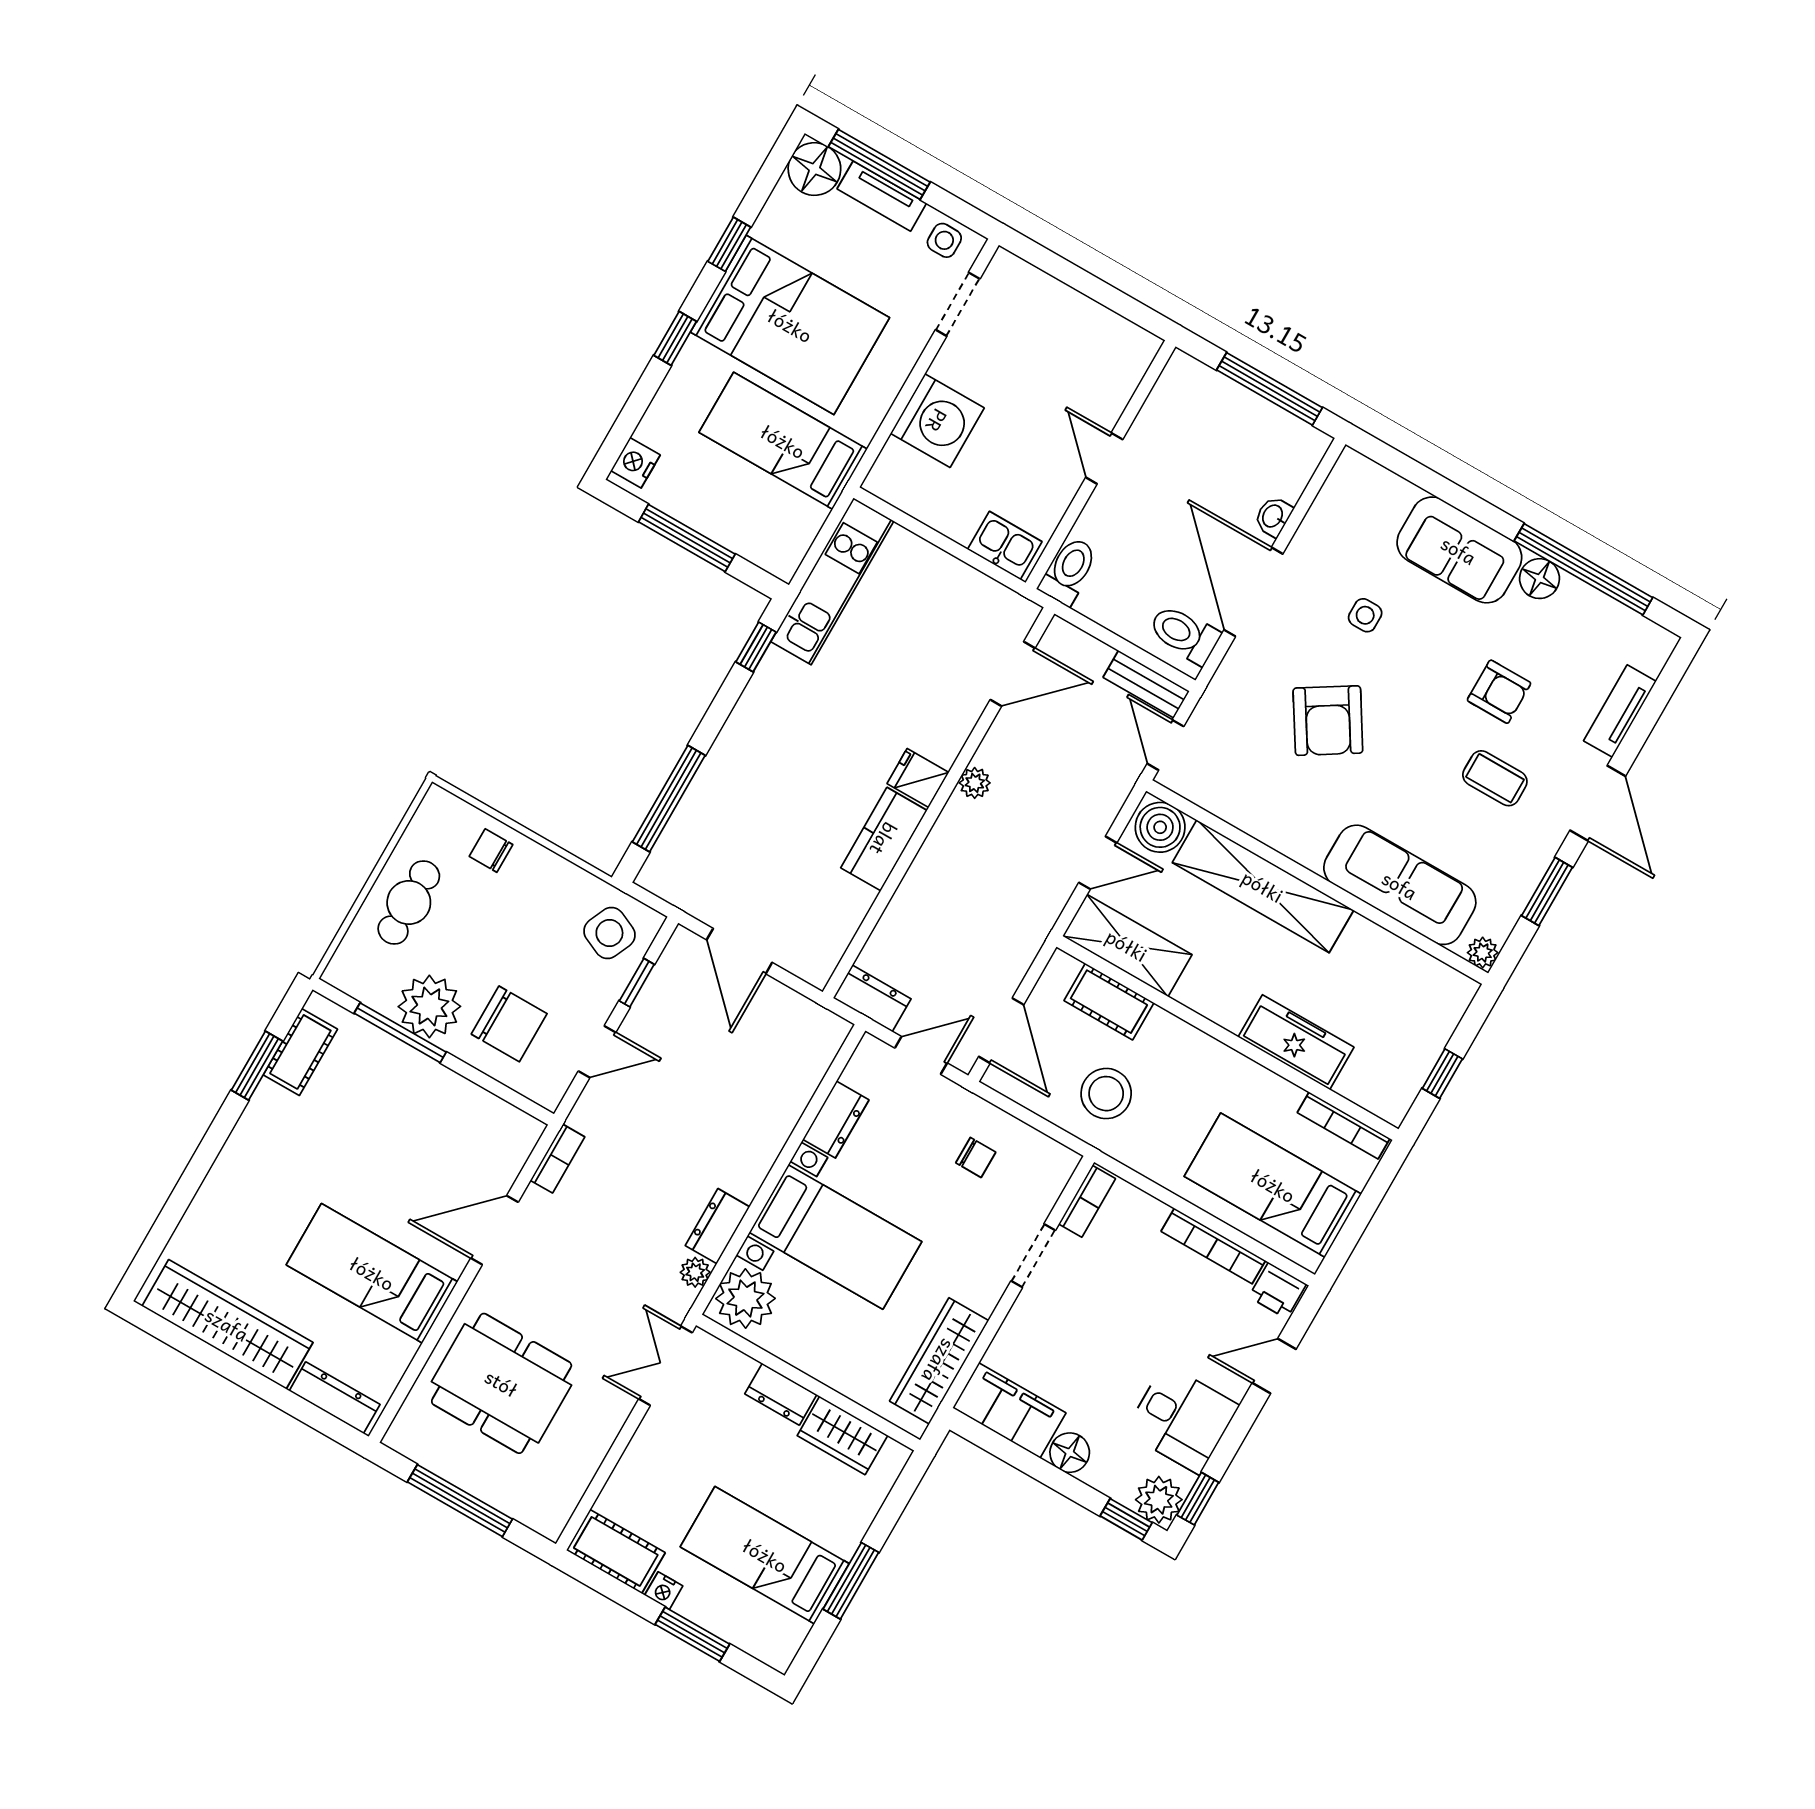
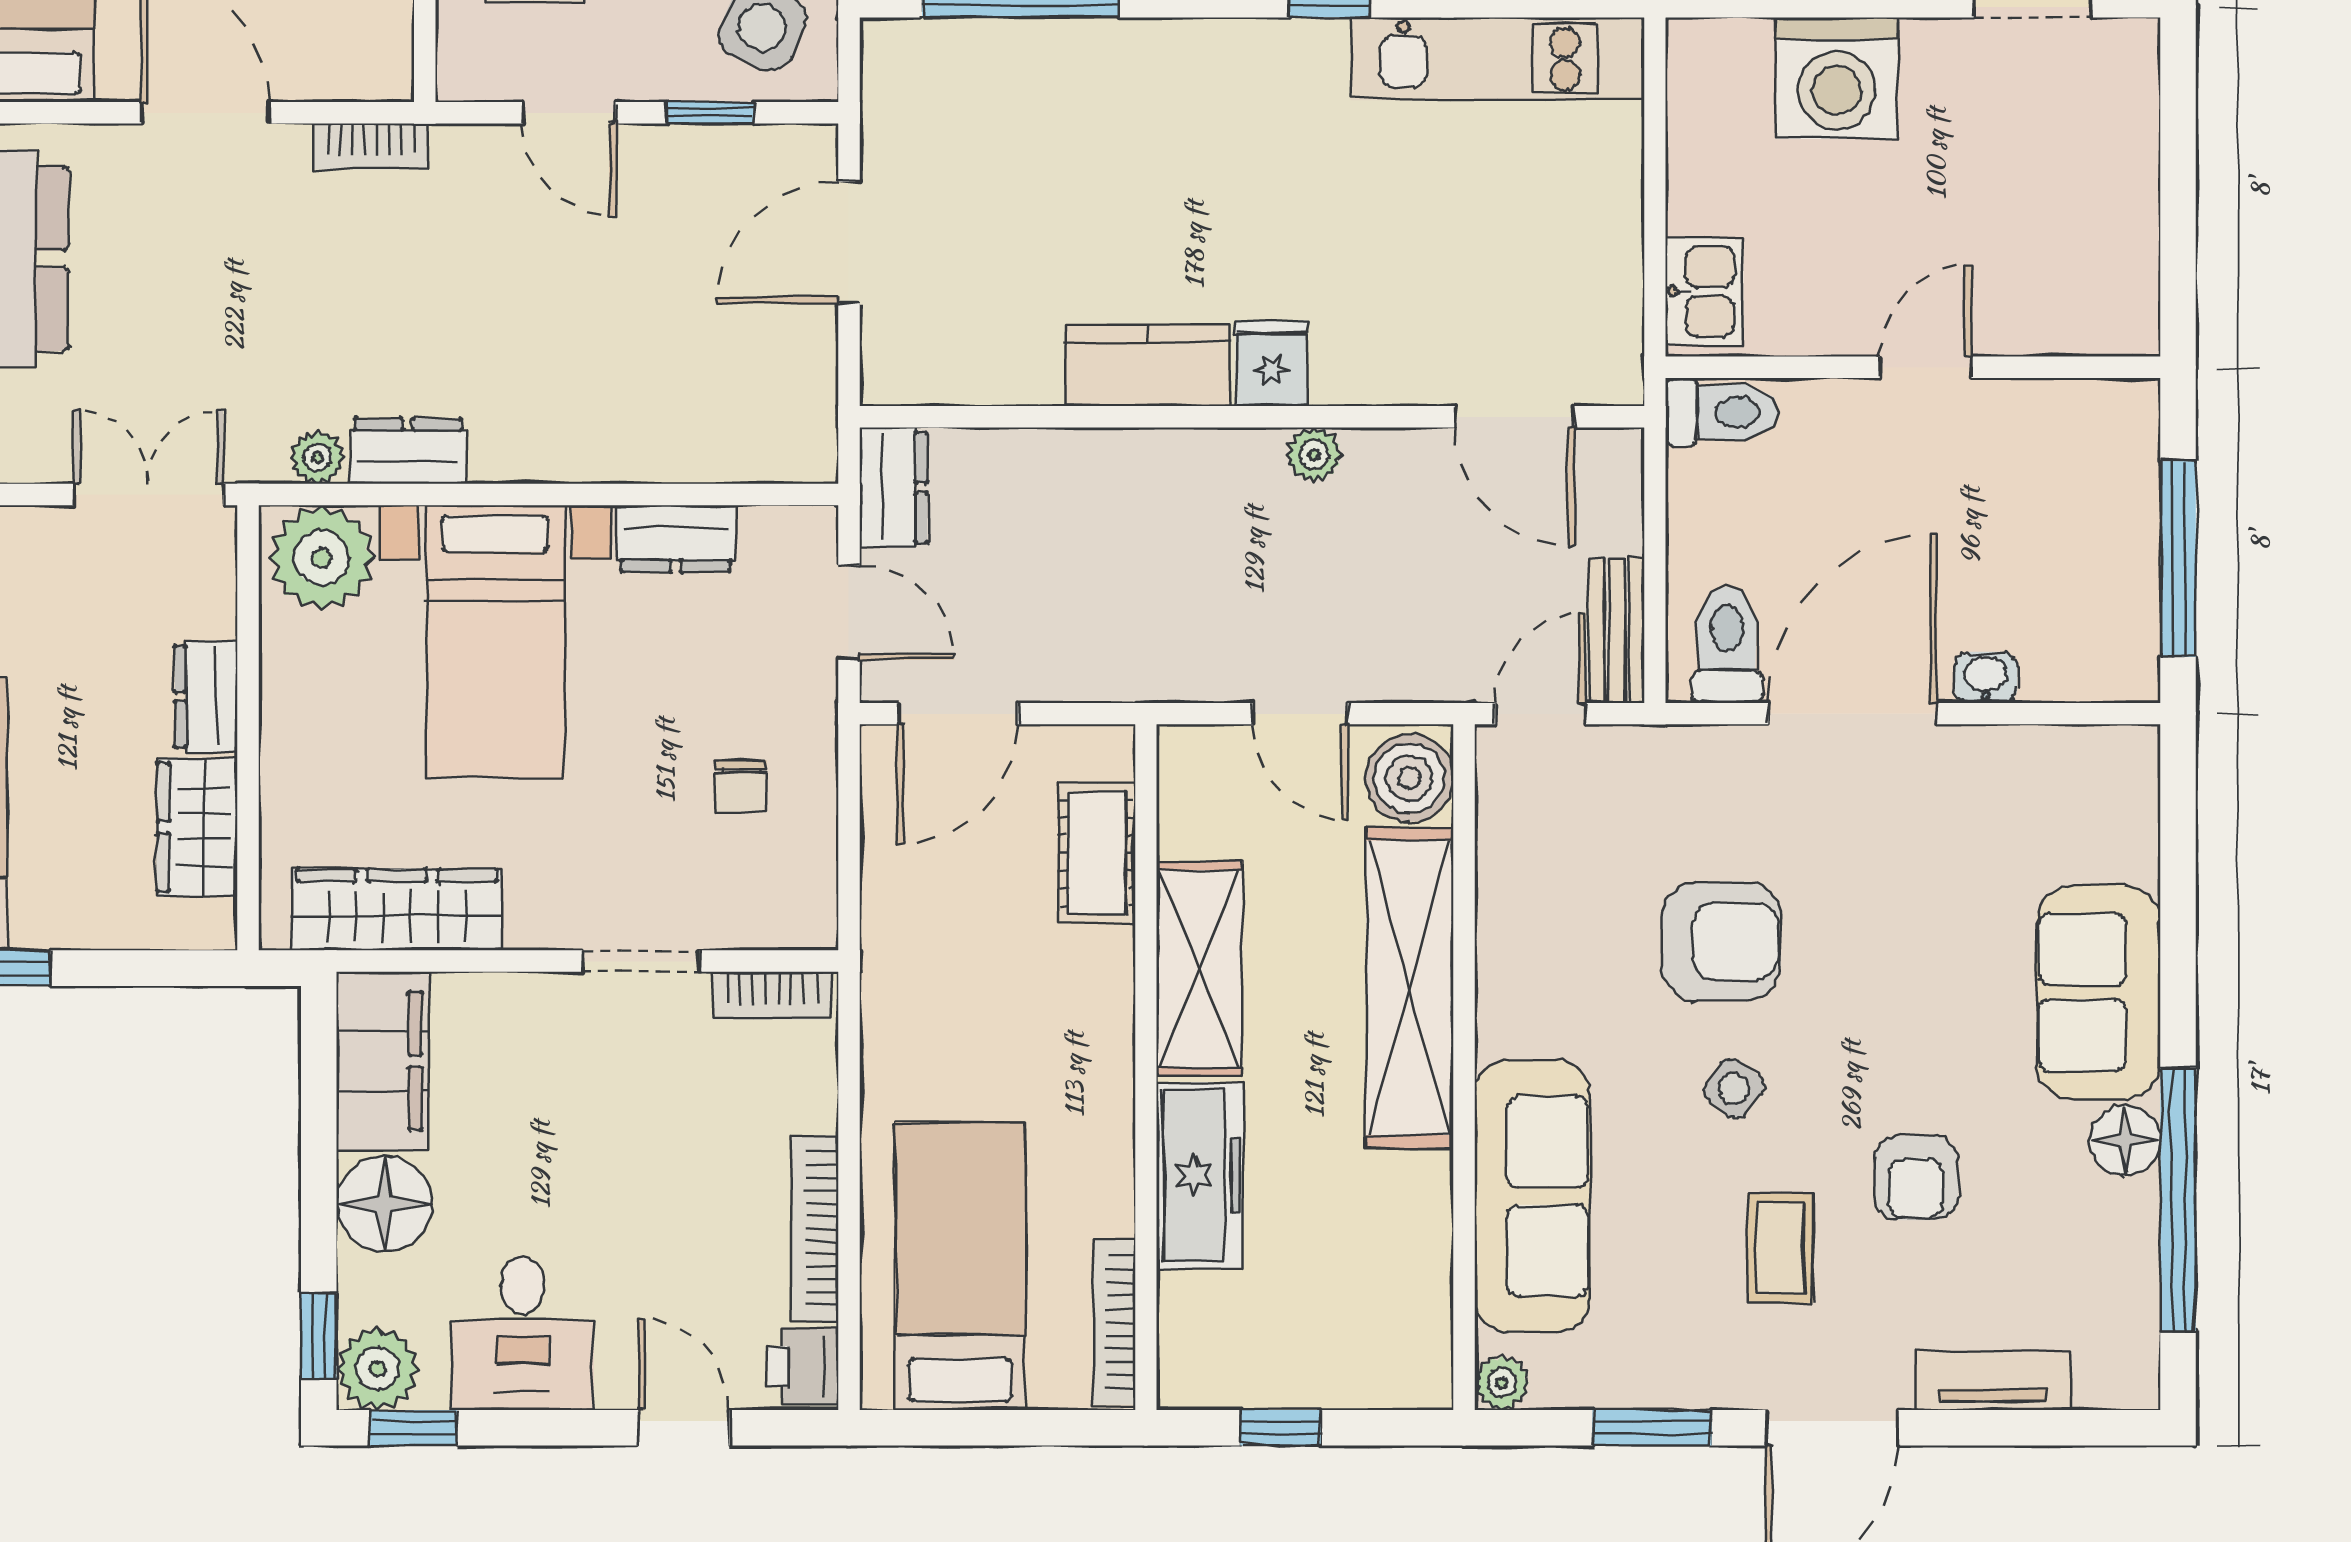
side table: (1365, 615) -> (1734, 1088), moved, turned 38
armchair: (1328, 721) -> (1721, 941), turned -148
shelving: (1127, 945) -> (1199, 969), moved
stool: (1106, 1094) -> (954, 930), removed
floor lamp: (1070, 1453) -> (384, 1204), width x1.38, depth x1.38

